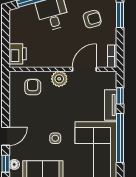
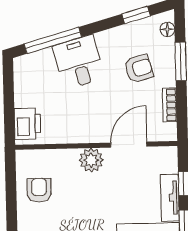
bookcase: (112, 56) -> (170, 105), moved
armchair: (33, 87) -> (39, 190), moved

